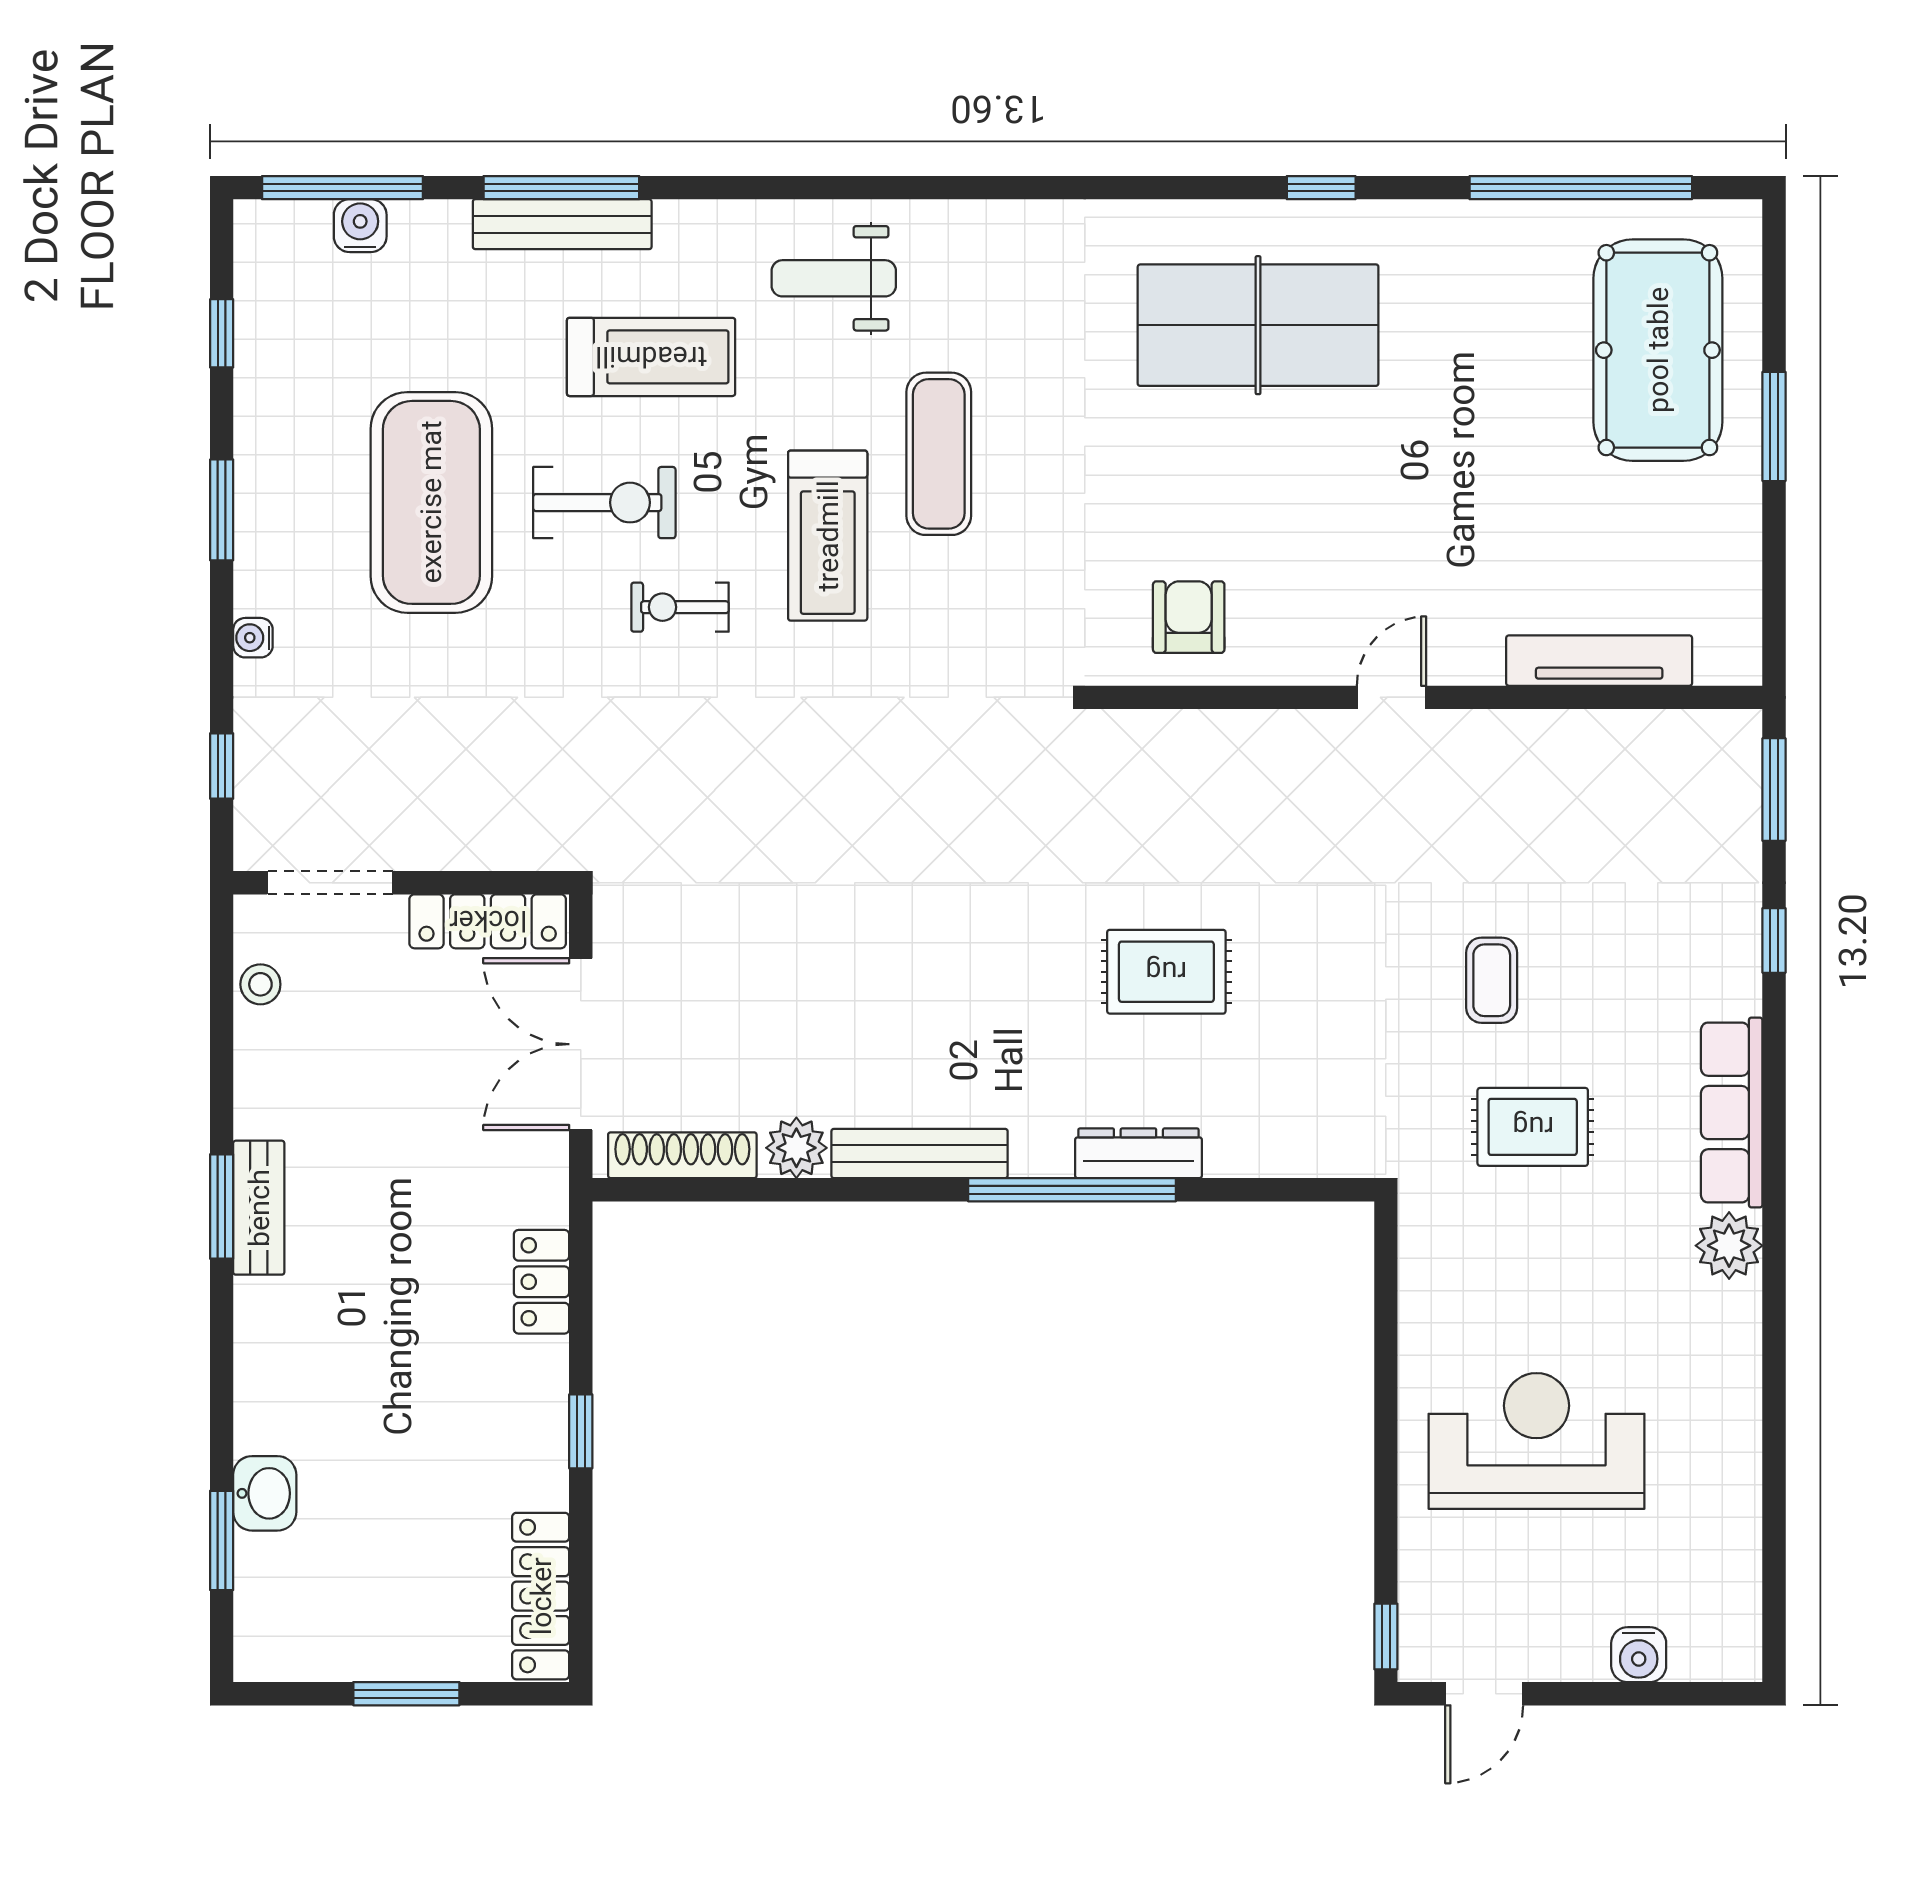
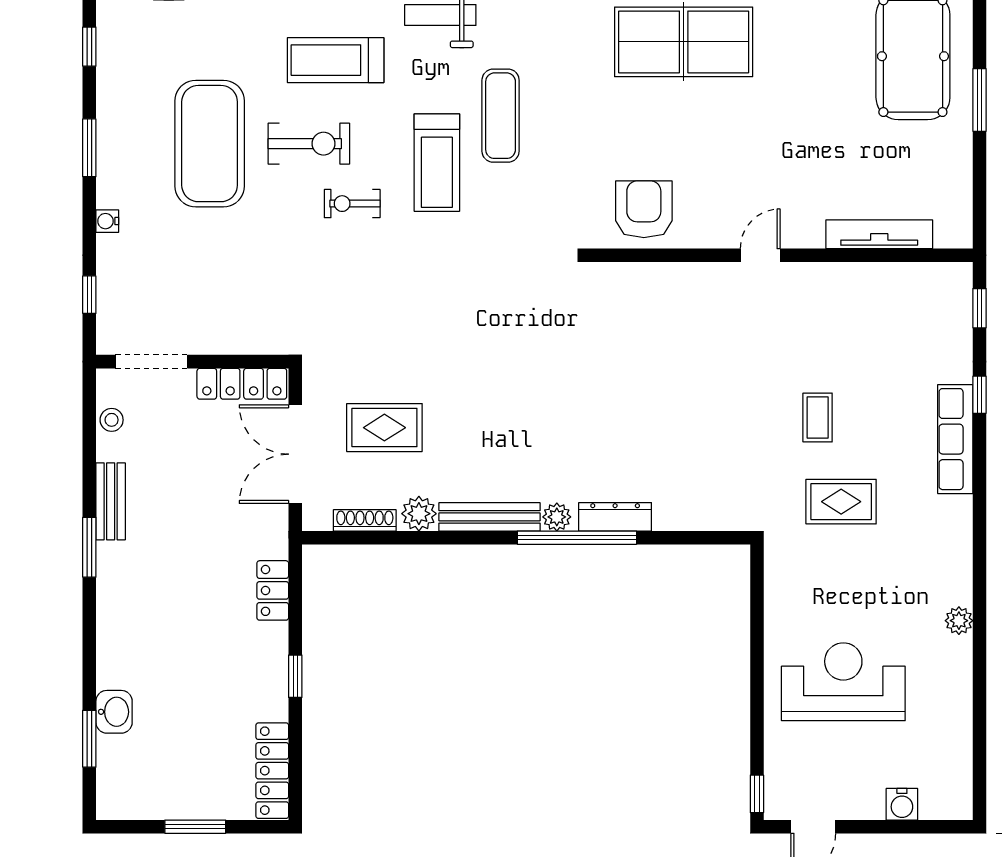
treadmill: (651, 357) -> (336, 60), turned 180
armchair: (1189, 617) -> (644, 209), width x1.38, depth x1.38
window: (1774, 790) -> (980, 308), width x0.67
rug: (1166, 972) -> (384, 428), moved
row of seats: (1732, 1113) -> (955, 439), moved
plant: (1037, 1154) -> (557, 517), added
shoe rack: (682, 1155) -> (365, 520), width x0.74, depth x0.81
bench: (259, 1208) -> (111, 501), moved
plant: (1729, 1246) -> (959, 621), moved, width x0.73, depth x0.73

